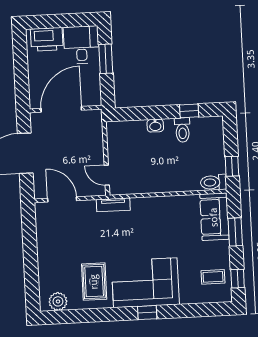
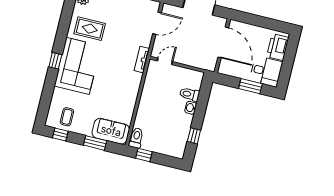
toilet: (182, 130) -> (189, 94), moved

